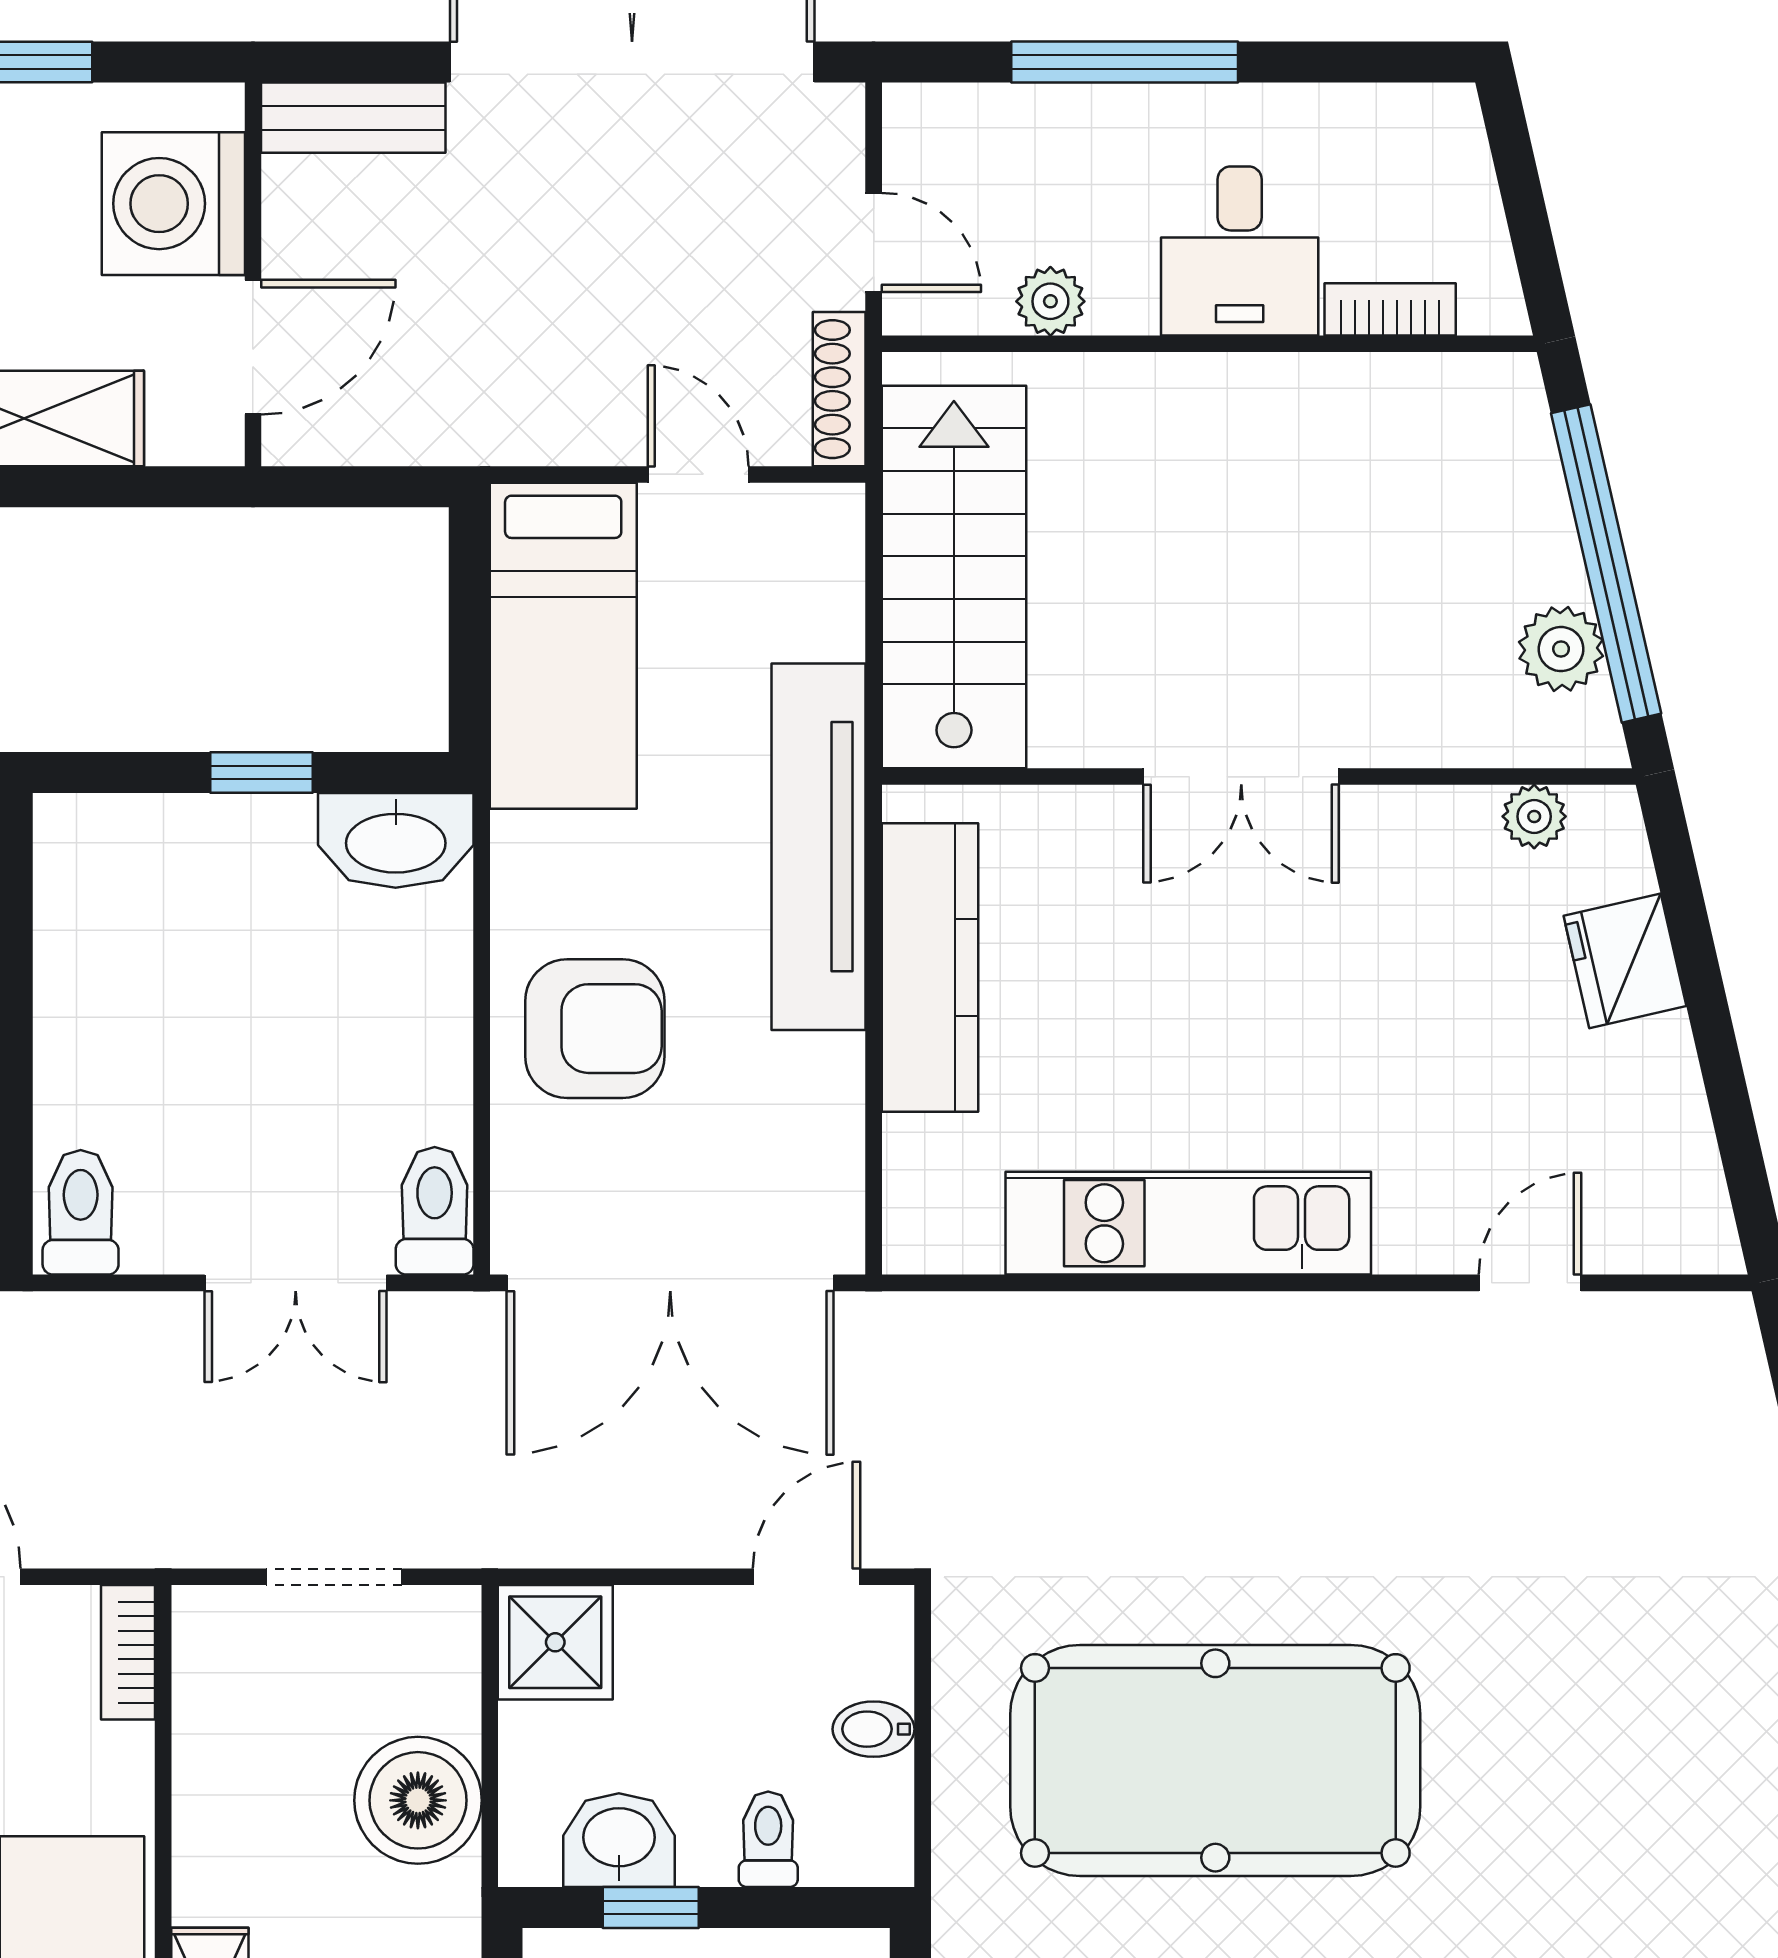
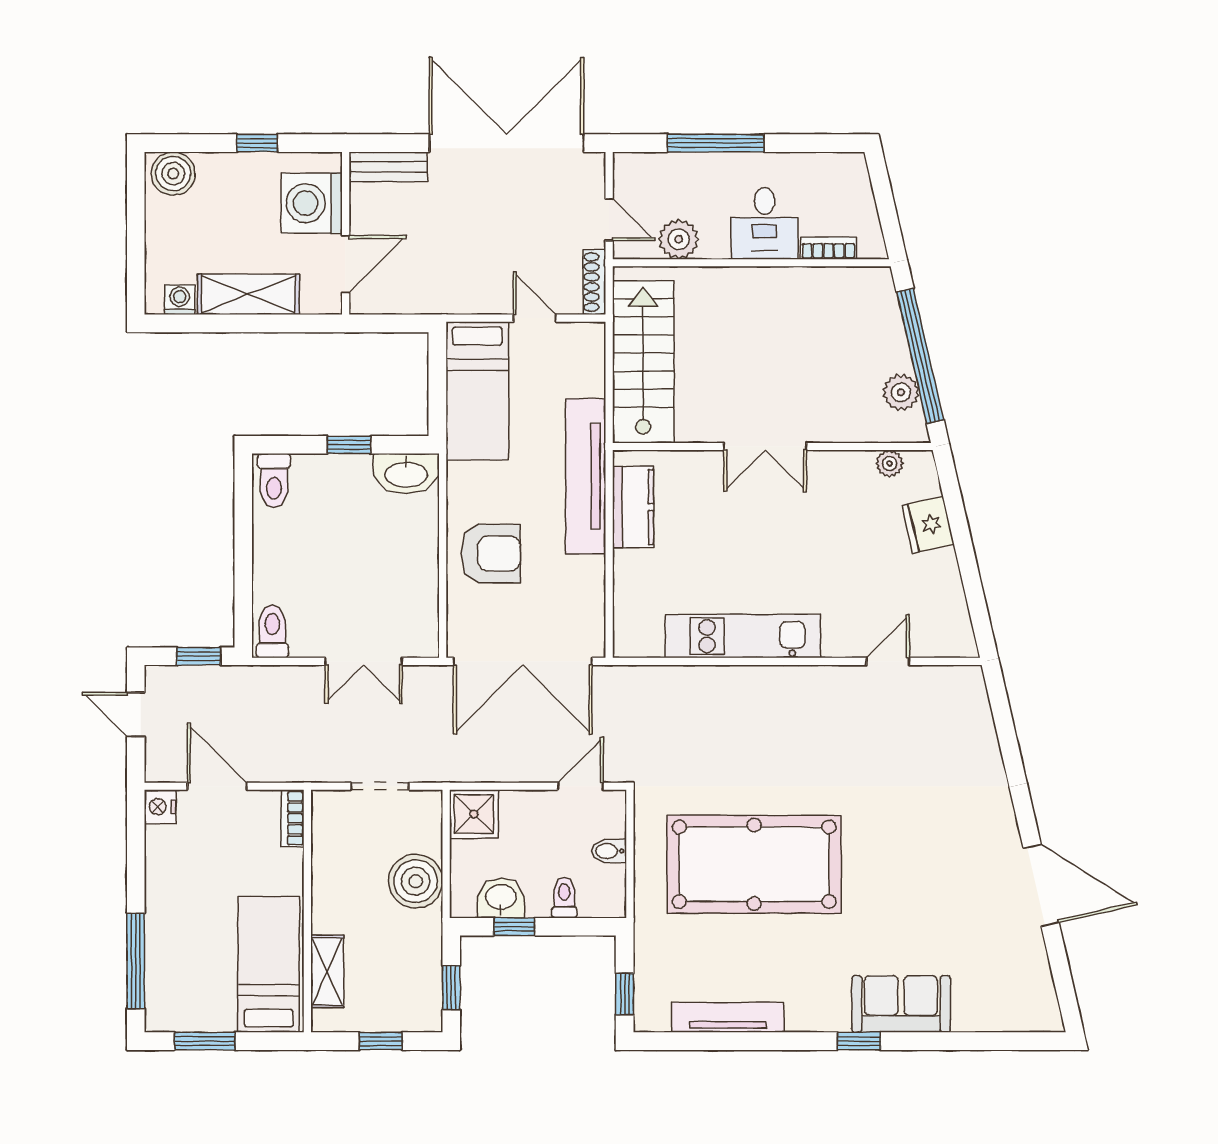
plant: (1050, 301) -> (679, 239), width x1.38, depth x1.38
kitchen counter: (930, 967) -> (633, 507), width x0.67
toilet: (435, 1211) -> (274, 481), moved, turned 180

